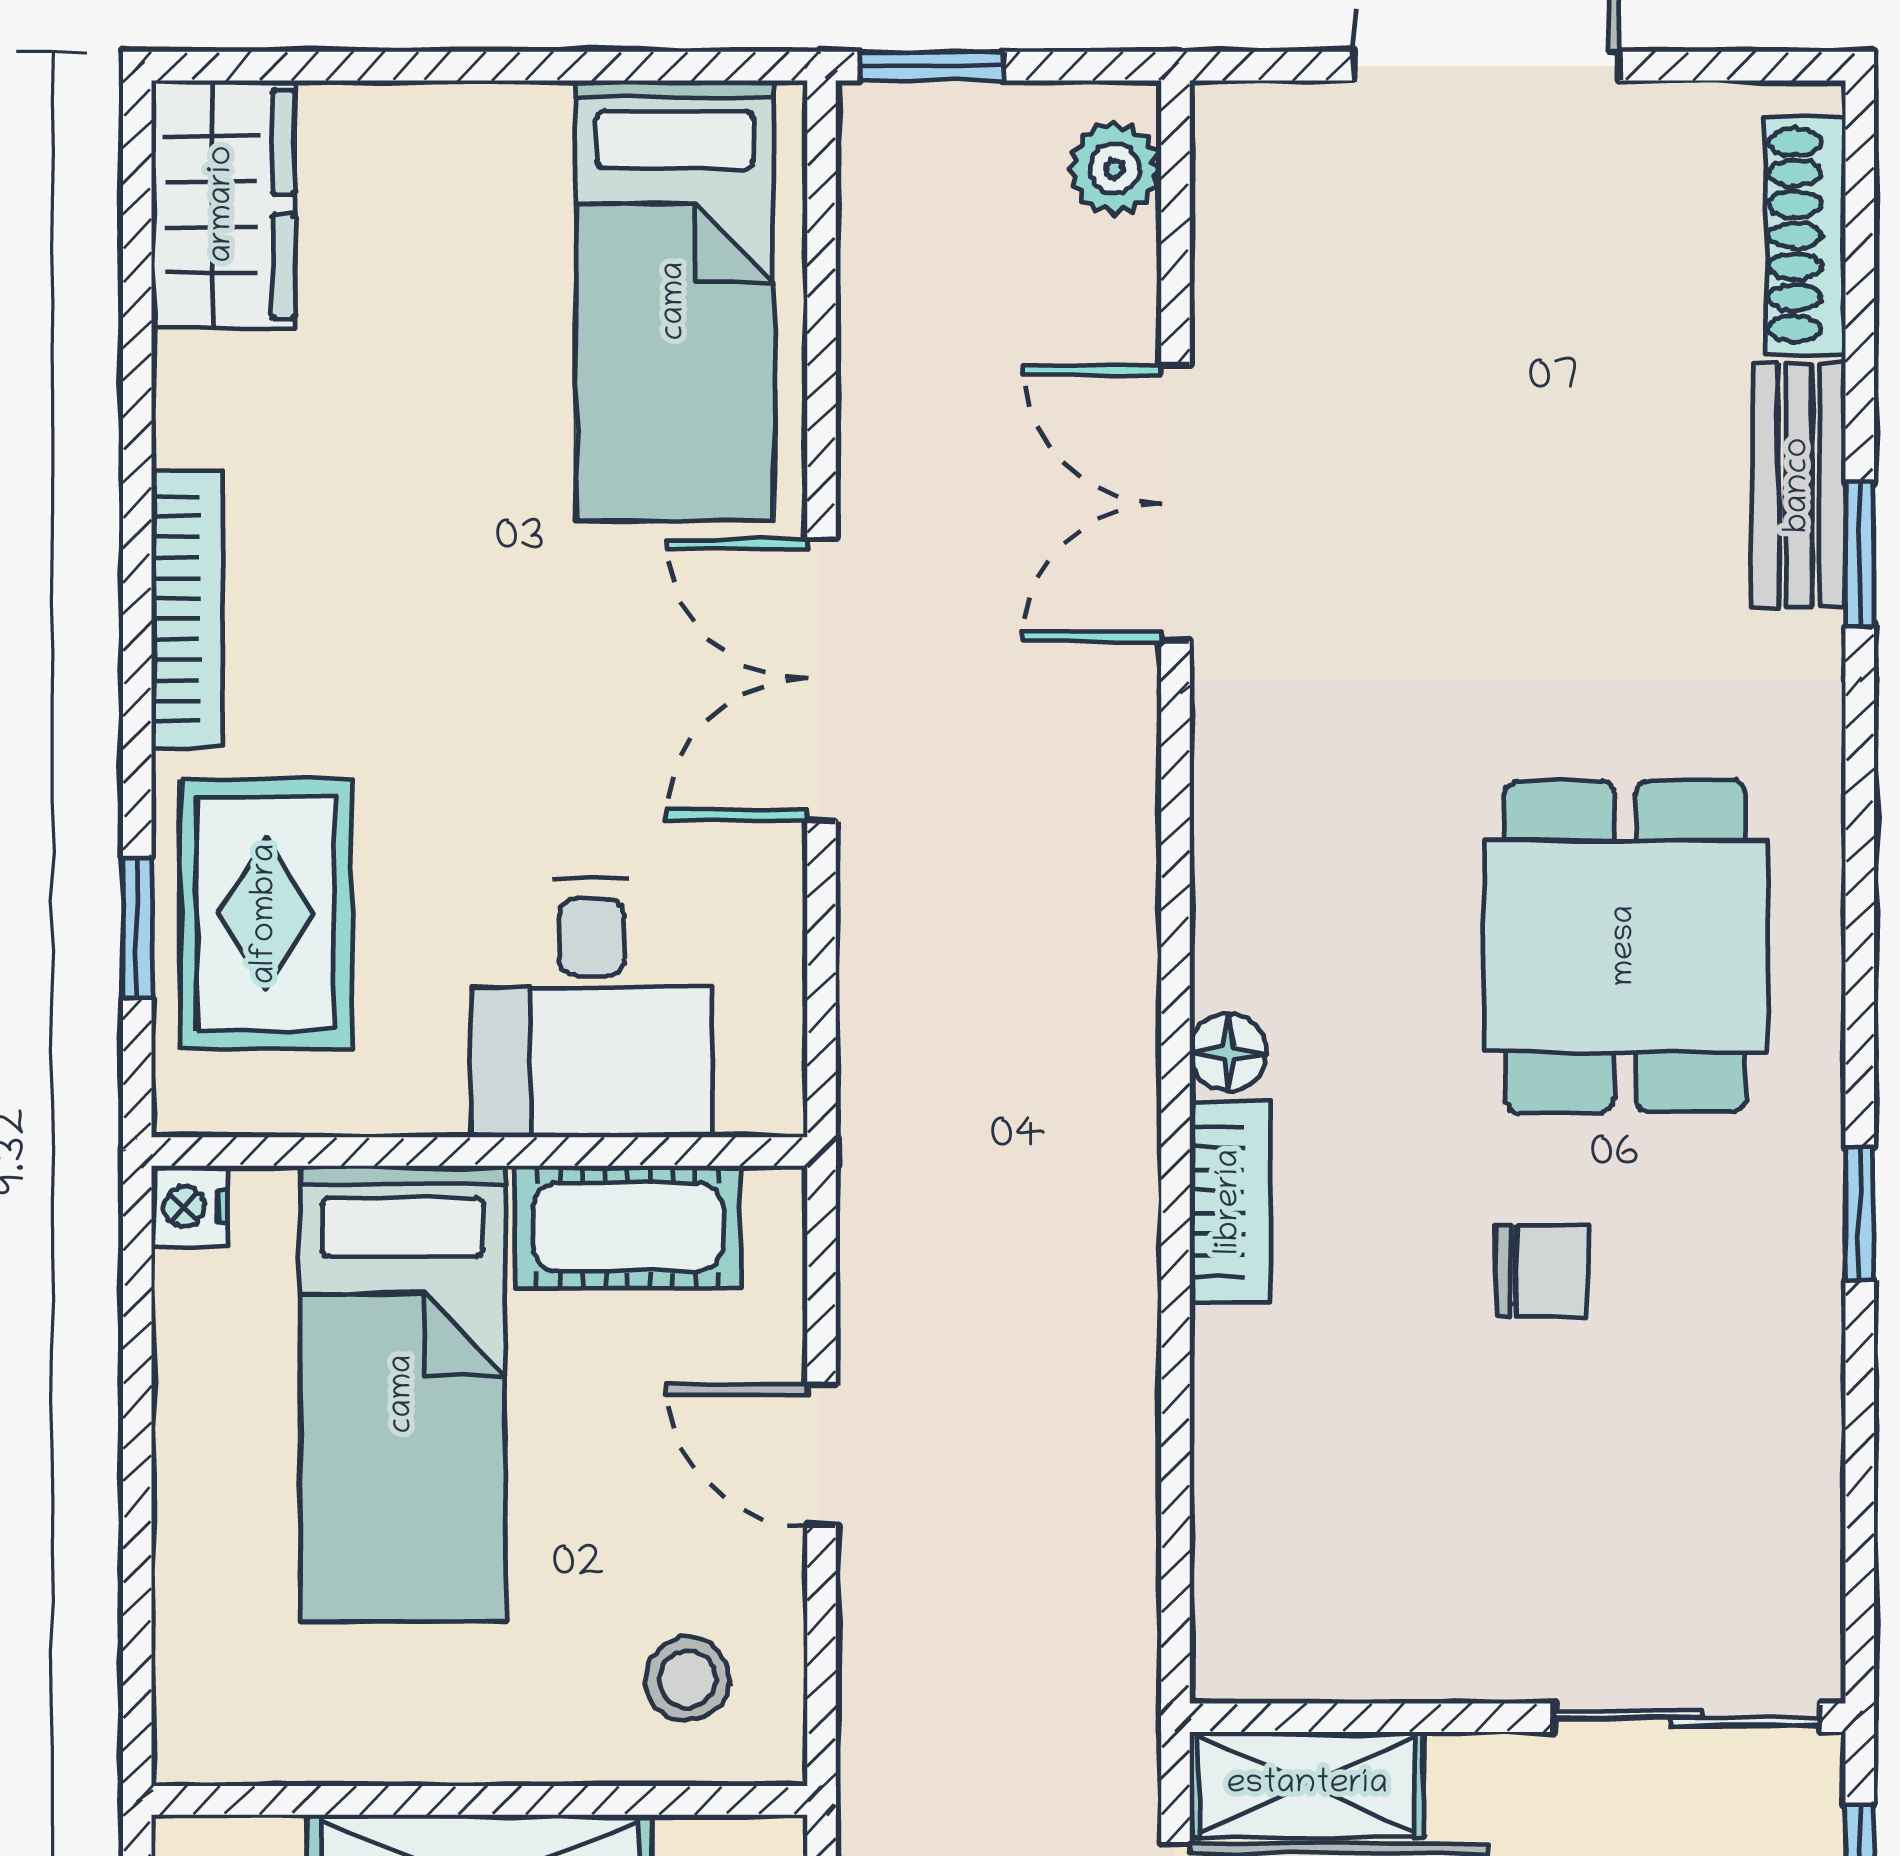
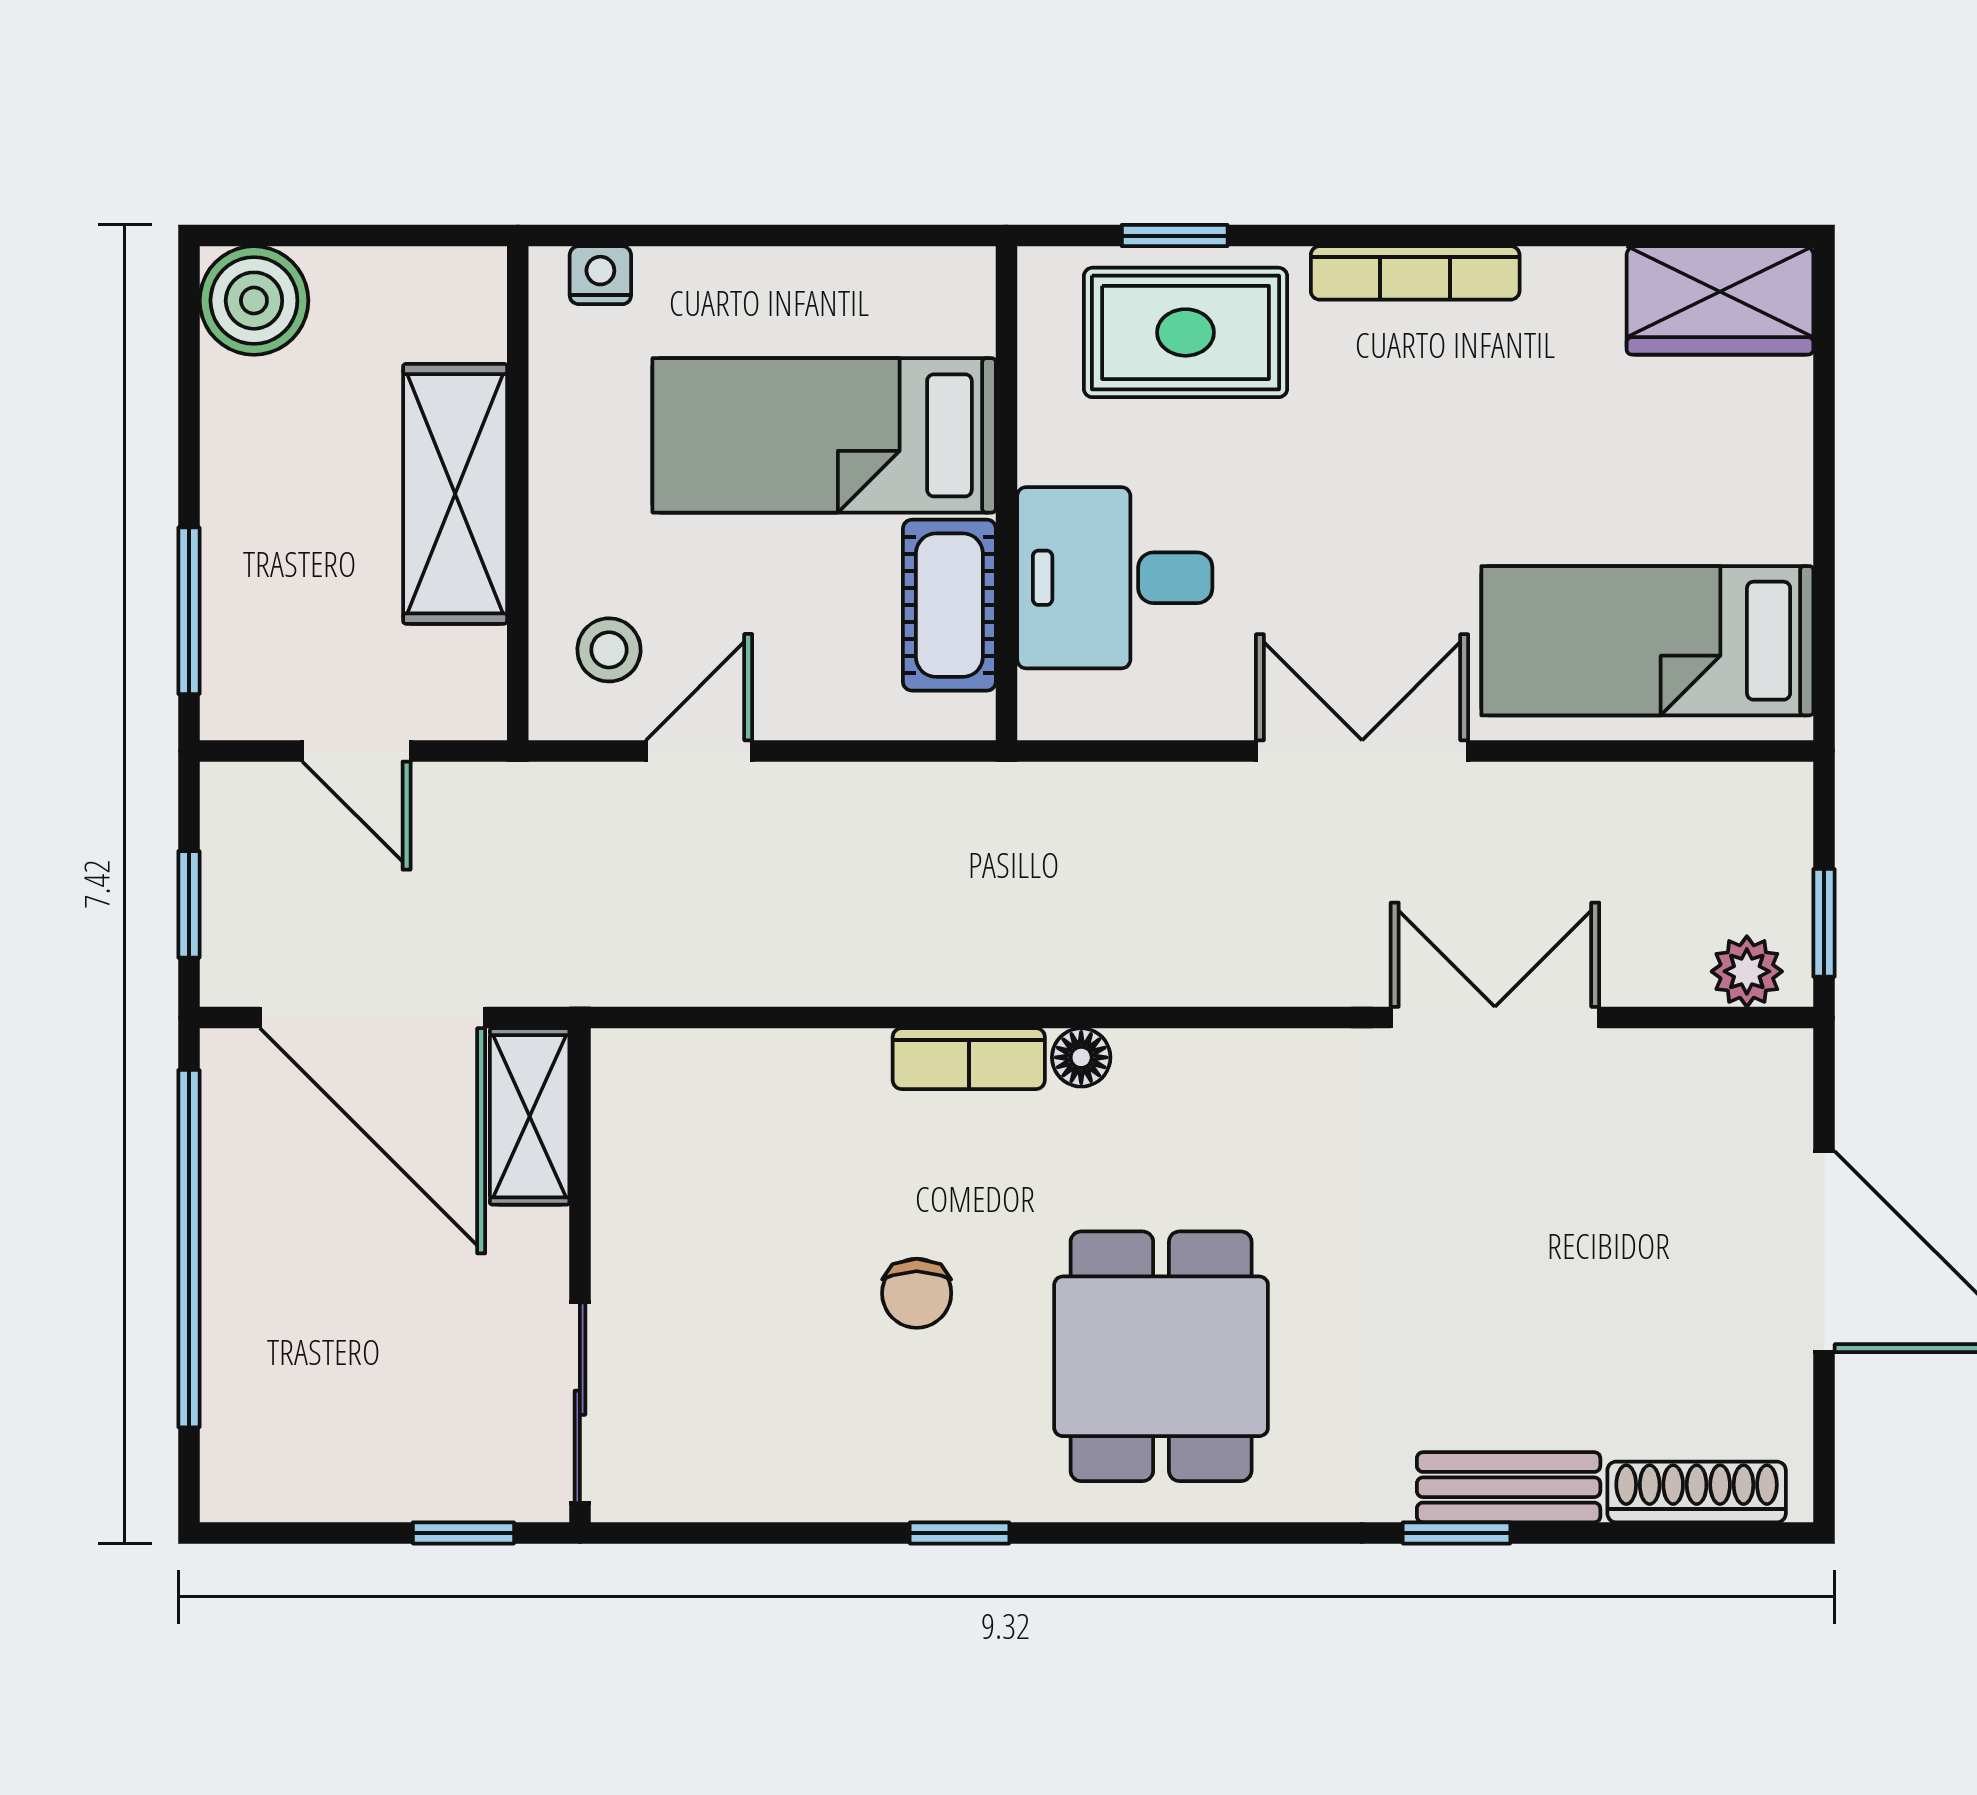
window: (931, 66) -> (1824, 923), moved
dining table: (1625, 946) -> (1161, 1356), turned 90
nightstand: (190, 1206) -> (600, 275), moved
door: (821, 1455) -> (699, 751), moved

